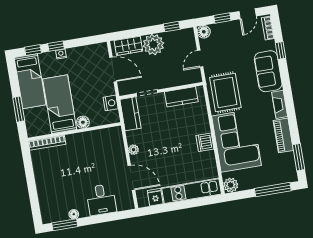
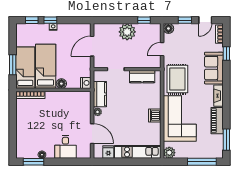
wardrobe: (128, 46) -> (107, 30), removed
door: (113, 69) -> (92, 46), swing flipped
bed: (30, 81) -> (25, 68), moved, turned 180
nightstand: (111, 103) -> (86, 83), moved
kitchen counter: (130, 114) -> (100, 94), moved

